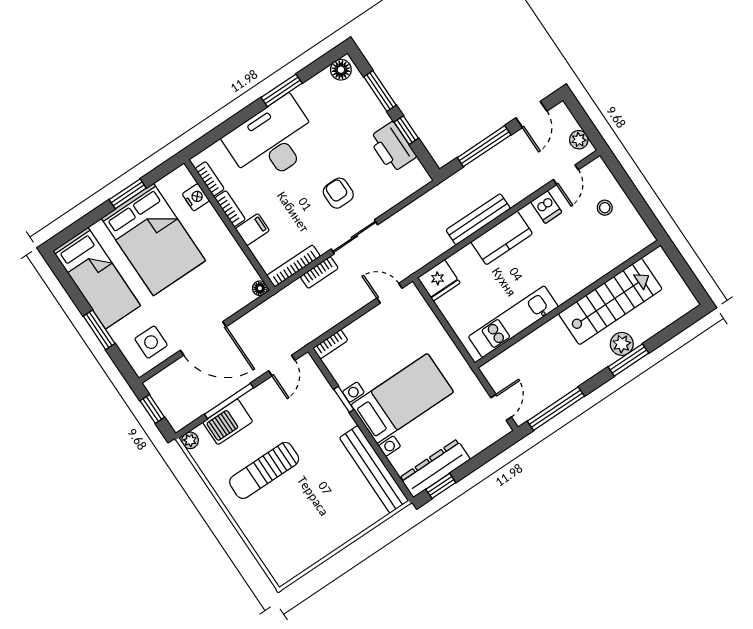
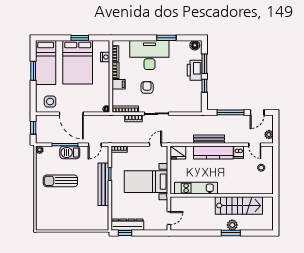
printer: (392, 147) -> (195, 70), moved
door: (566, 175) -> (255, 145), hinge flipped
armchair: (338, 193) -> (147, 87), moved
kitchen counter: (502, 238) -> (213, 153), width x1.50
door: (389, 293) -> (155, 145), hinge flipped
window: (99, 330) -> (33, 71), moved
bed with nightstands: (402, 398) -> (146, 182), moved, turned 180
window: (556, 409) -> (190, 233), removed
barbecue: (228, 422) -> (70, 152), moved
bench: (374, 469) -> (103, 184), moved

